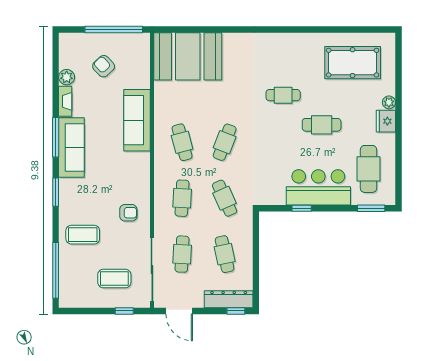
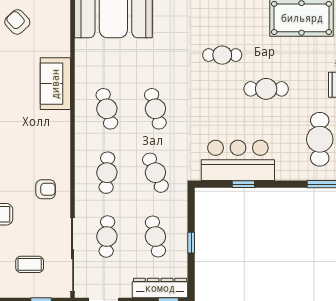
sofa: (137, 120) -> (55, 84), width x0.73
cafe table: (225, 142) -> (155, 109), turned -36
bar counter: (318, 187) -> (238, 160), moved
window: (256, 259) -> (191, 243), added
coffee table: (114, 278) -> (30, 264), width x0.73, depth x0.77

